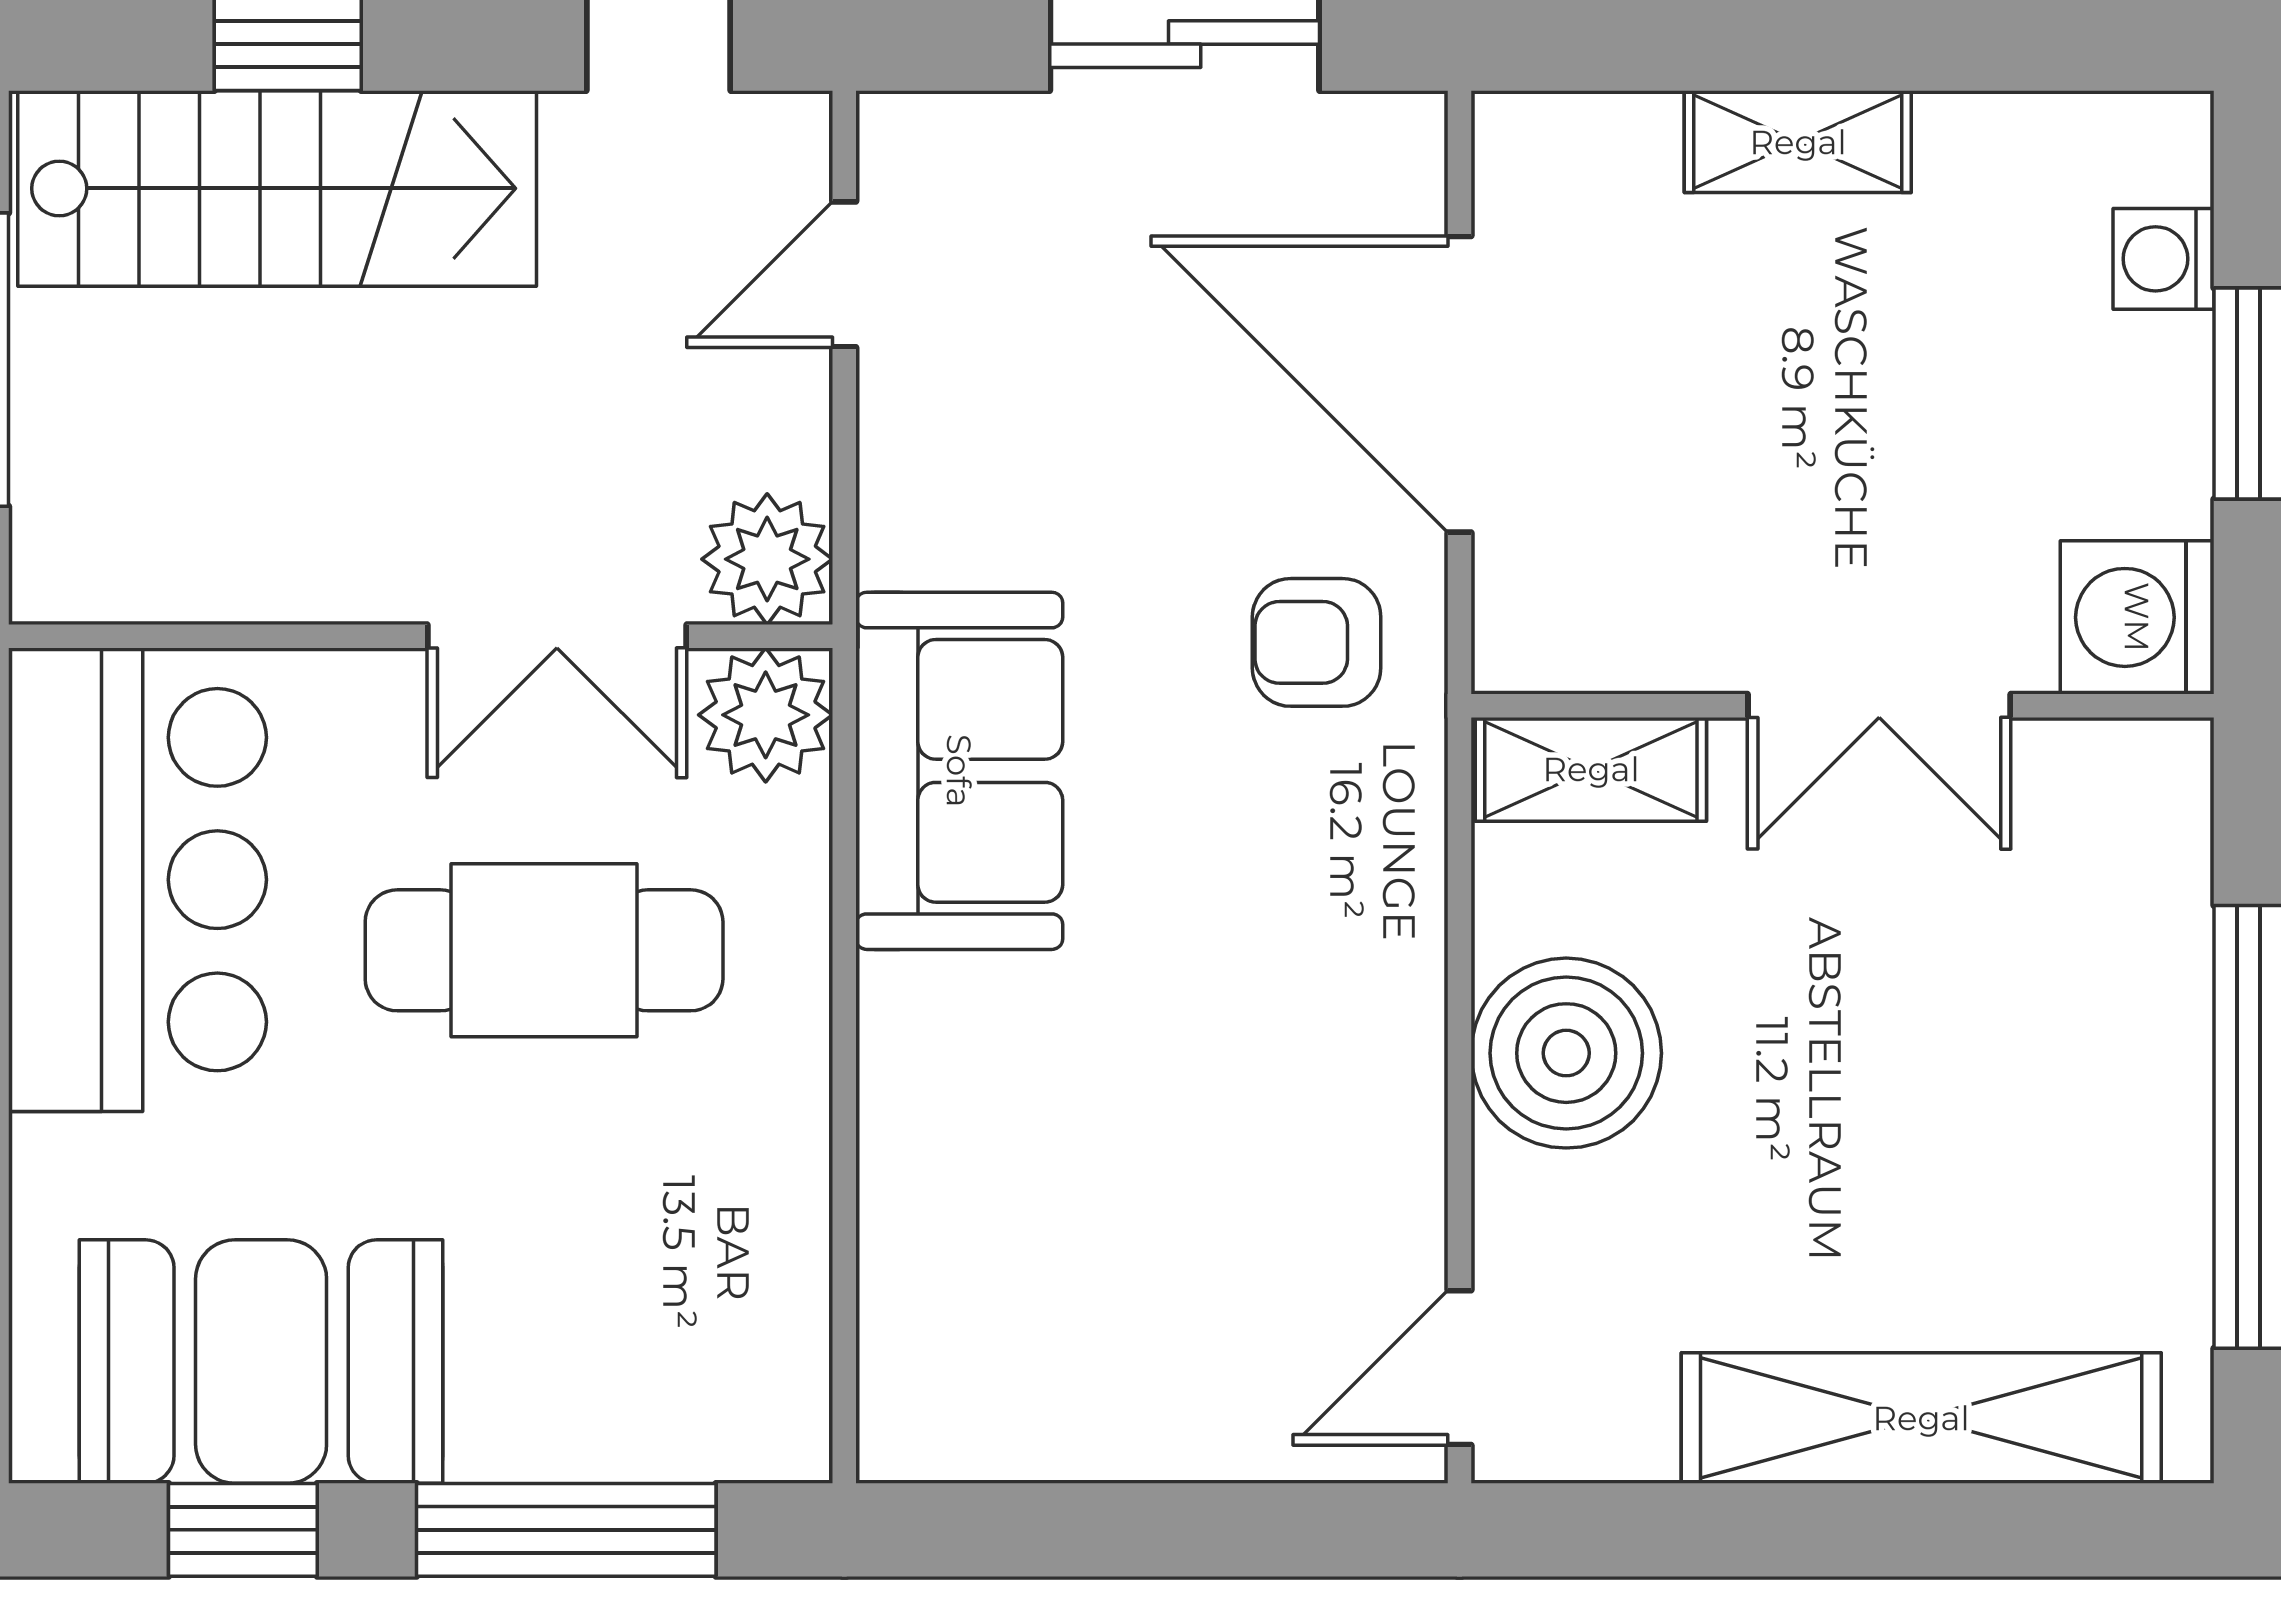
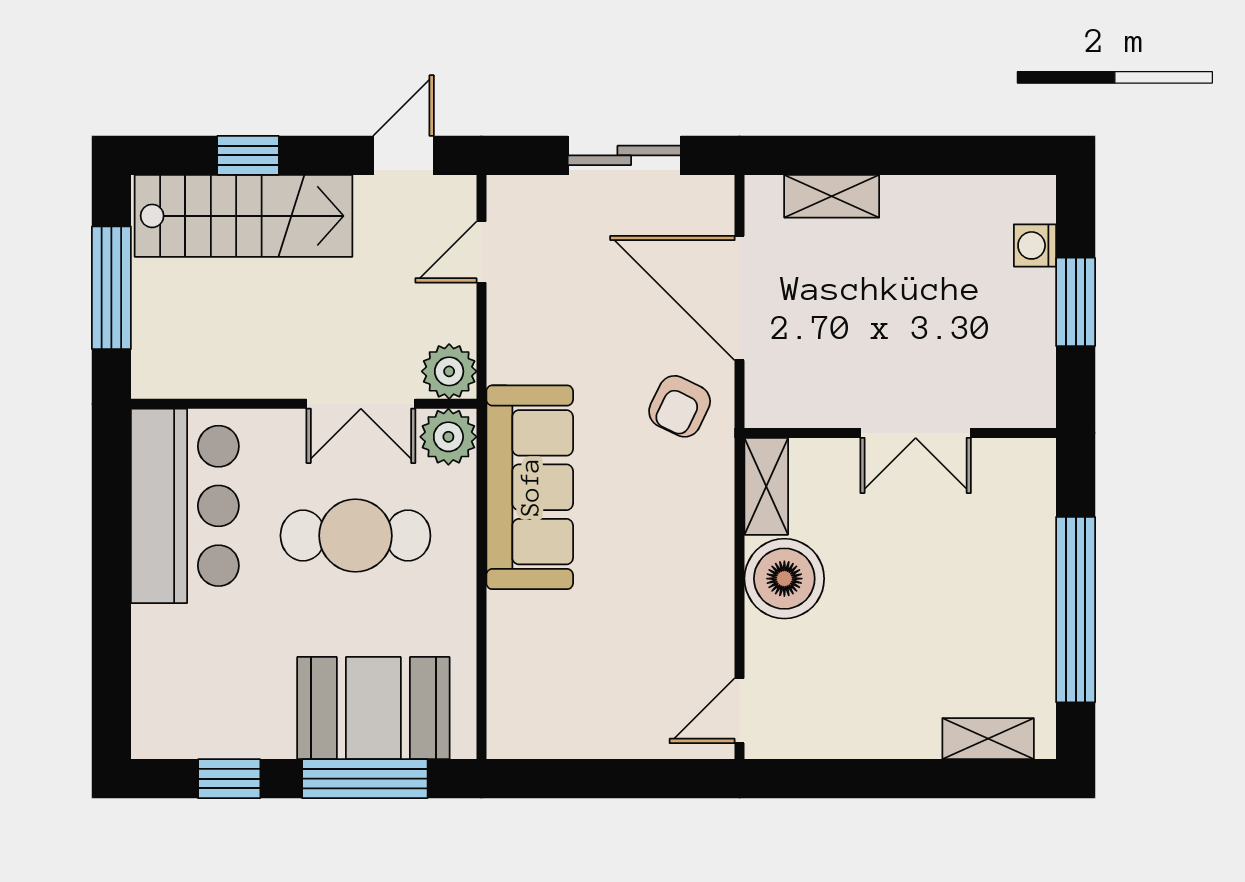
shelving: (1798, 142) -> (832, 196), moved
washing machine: (2137, 617) -> (1024, 396), removed
armchair: (1317, 642) -> (680, 406), turned -64
shelving: (1591, 769) -> (766, 486), moved, turned 90
sofa: (959, 771) -> (530, 487), width x1.36
booth: (261, 1362) -> (373, 708), moved
shelving: (1921, 1418) -> (988, 739), width x0.45, depth x0.75

